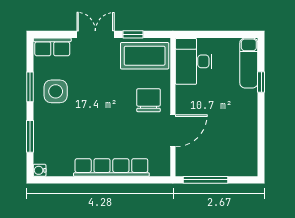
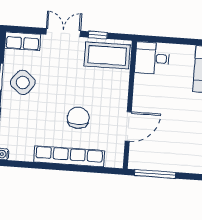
desk: (194, 61) -> (152, 58), width x0.73
side table: (56, 91) -> (23, 82), turned 38
chair: (149, 100) -> (78, 118), moved

